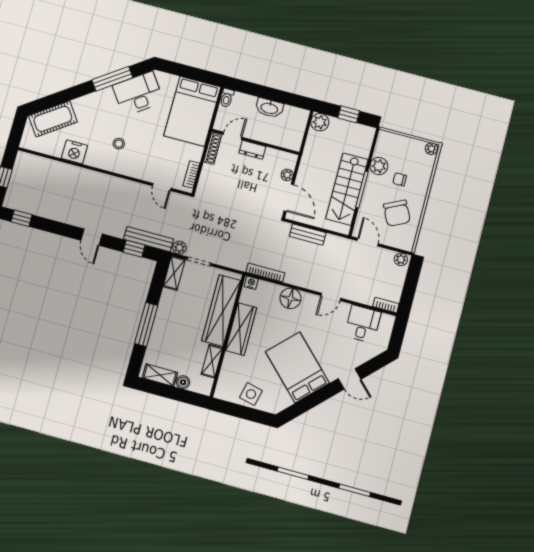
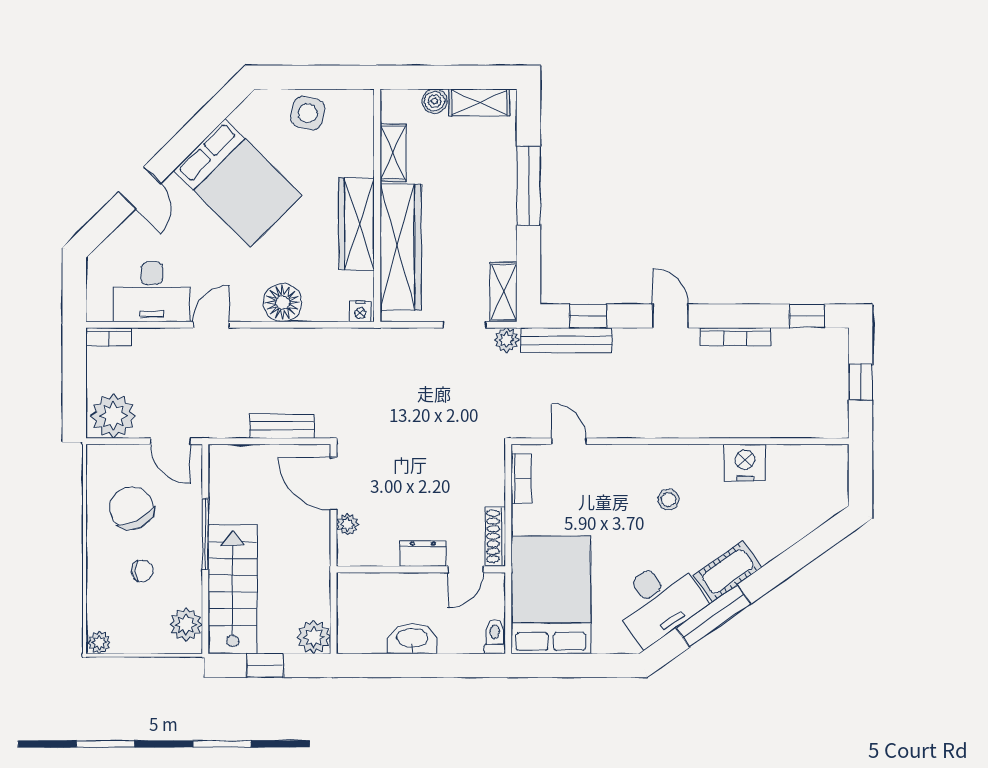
cot: (53, 119) -> (728, 571), moved, width x0.73, depth x0.75
plant: (379, 166) -> (186, 624), moved
stairs: (347, 189) -> (233, 589), moved
plant: (401, 259) -> (113, 416), width x1.87, depth x1.87
bookcase: (265, 273) -> (735, 337), moved
desk: (363, 324) -> (152, 292), width x1.37
door: (350, 379) -> (140, 188), swing flipped

